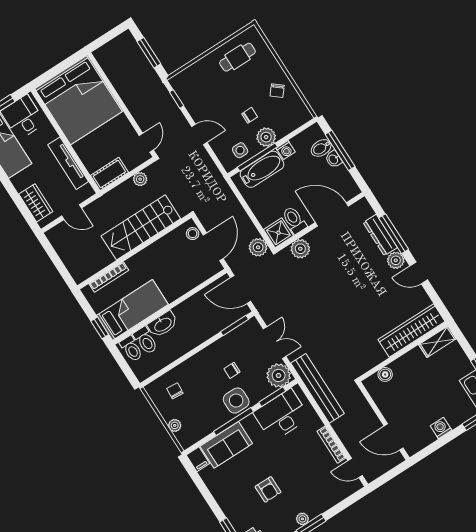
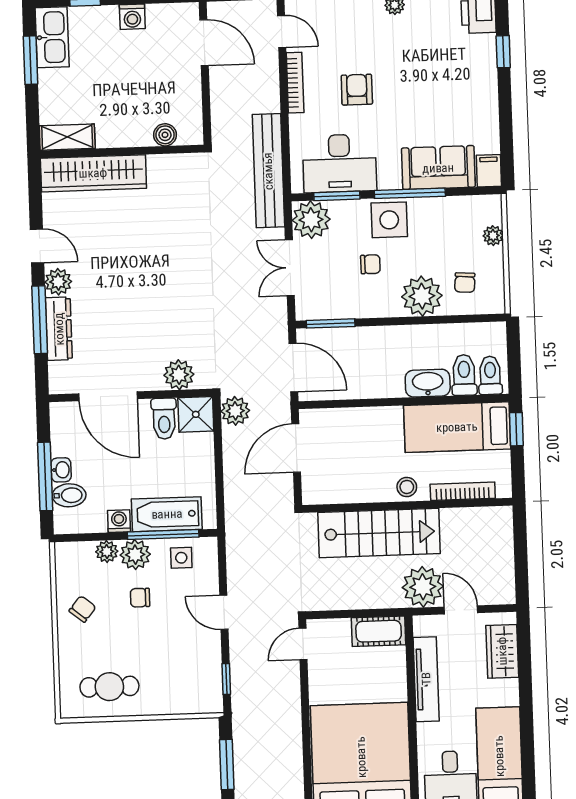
plant: (283, 130) -> (107, 552), added
plant: (140, 179) -> (423, 587), moved, width x1.87, depth x1.87
stool: (193, 234) -> (407, 487), moved
plant: (194, 370) -> (422, 296), added
armchair: (268, 489) -> (357, 90), moved

